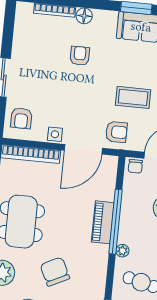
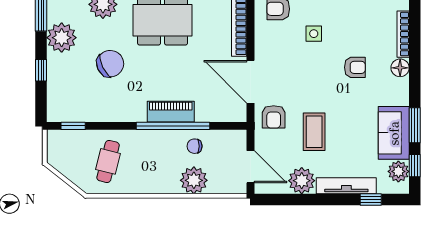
side table: (55, 134) -> (314, 34), moved
chair: (135, 166) -> (195, 146), moved
plant: (122, 251) -> (141, 137), removed

